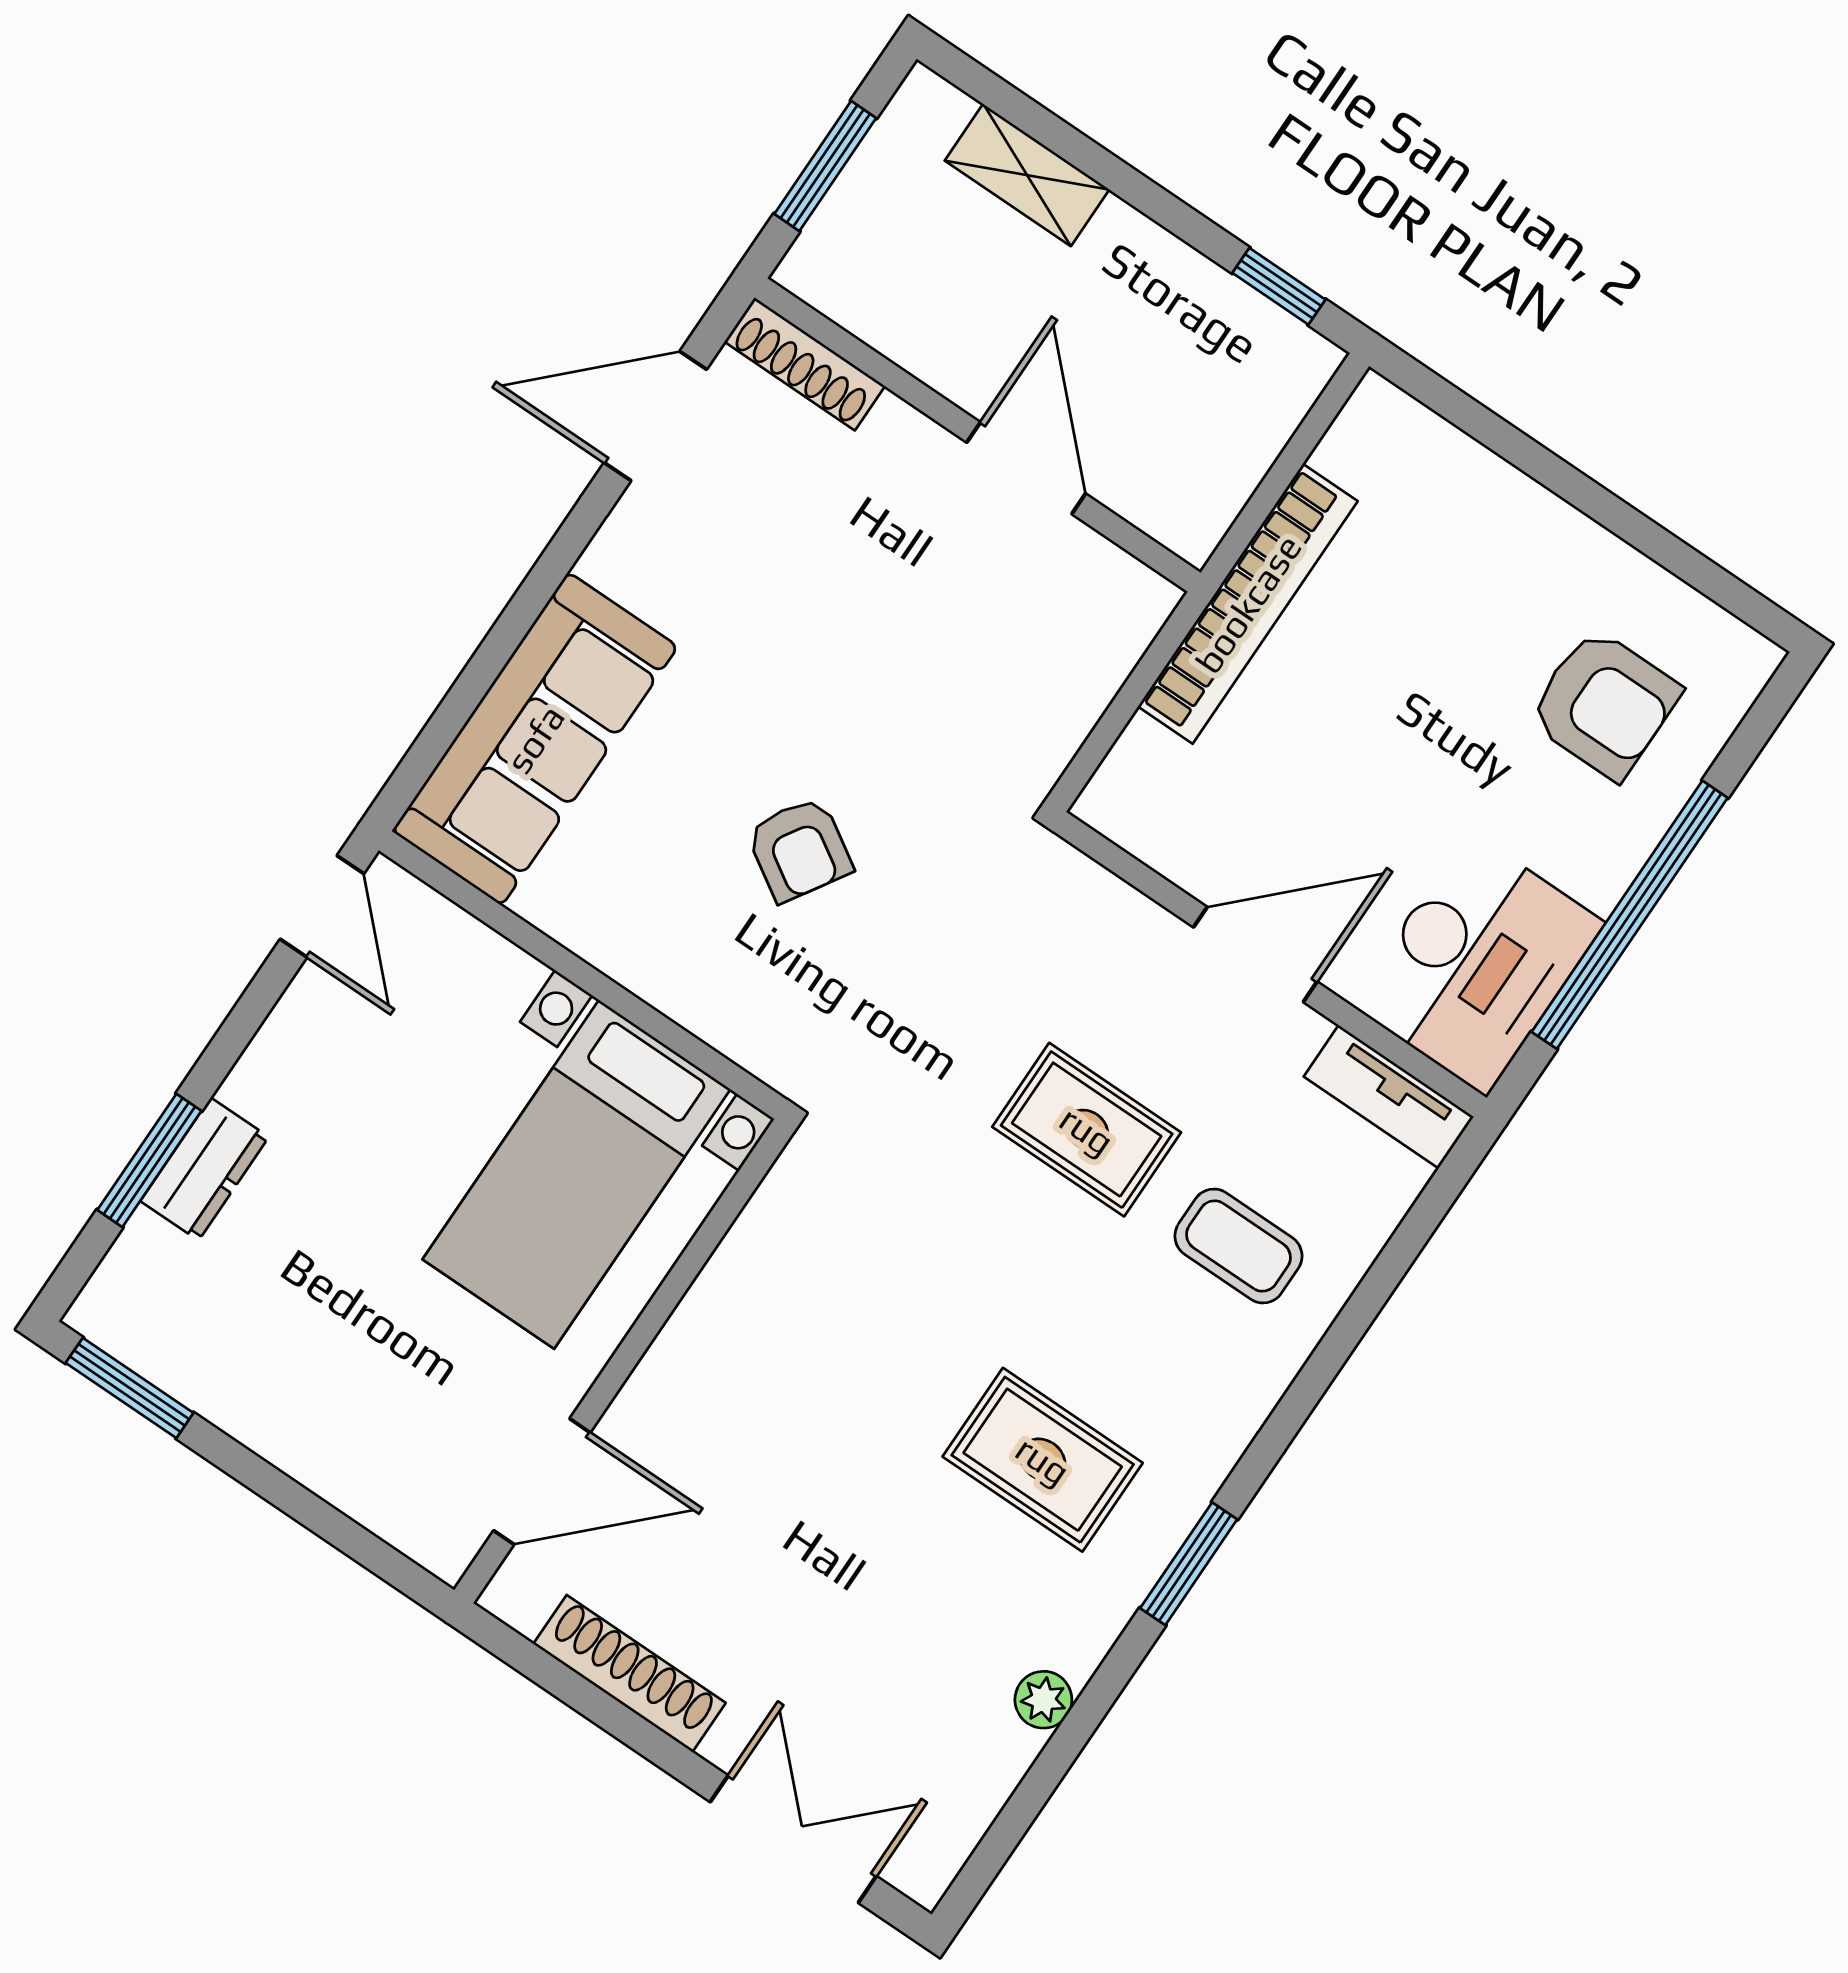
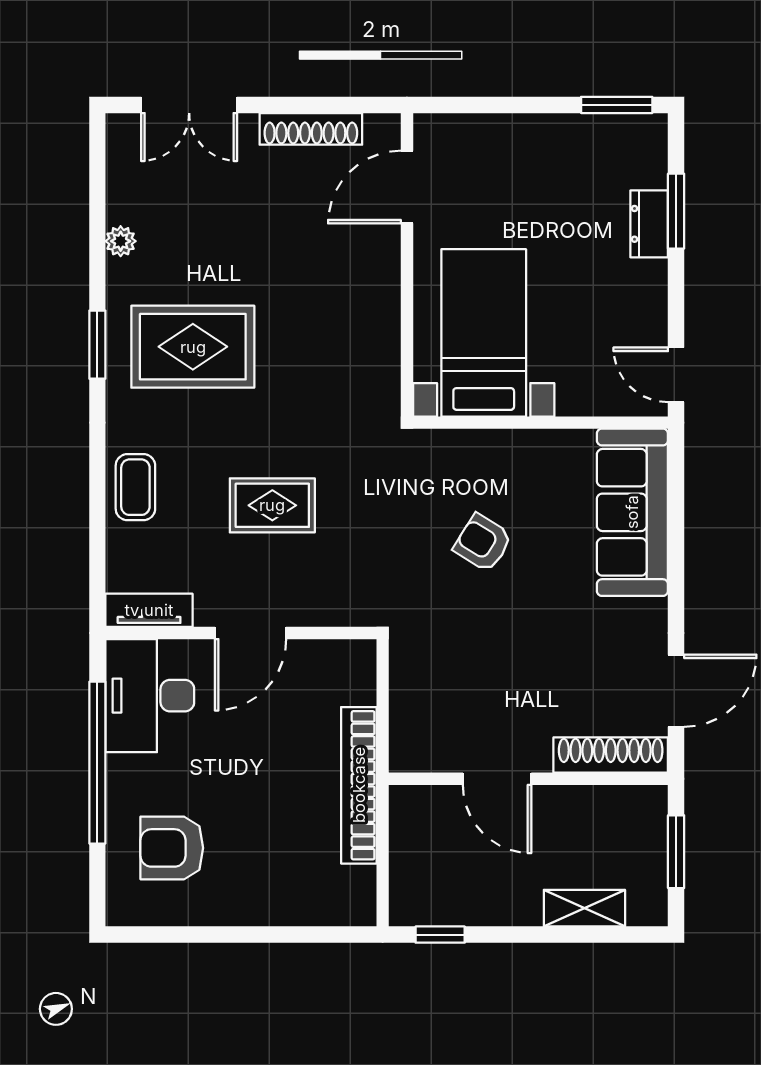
shoe rack: (805, 364) -> (611, 755), width x1.36, depth x1.24
coffee table: (1238, 1246) -> (135, 487), moved, turned 90
rug: (1043, 1460) -> (193, 347), width x1.36, depth x1.43

